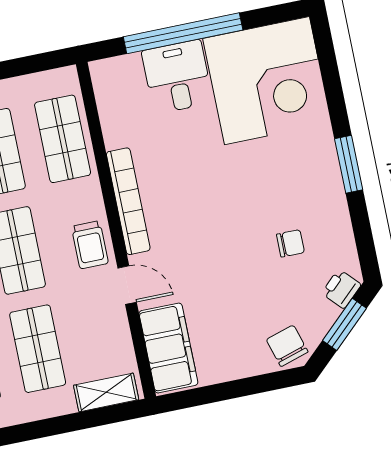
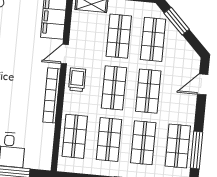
door: (127, 285) -> (65, 54), hinge flipped

